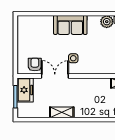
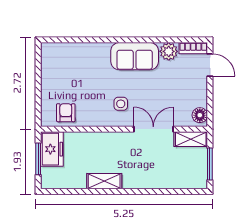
sofa: (70, 25) -> (135, 56), moved
double door: (55, 76) -> (153, 129), moved

